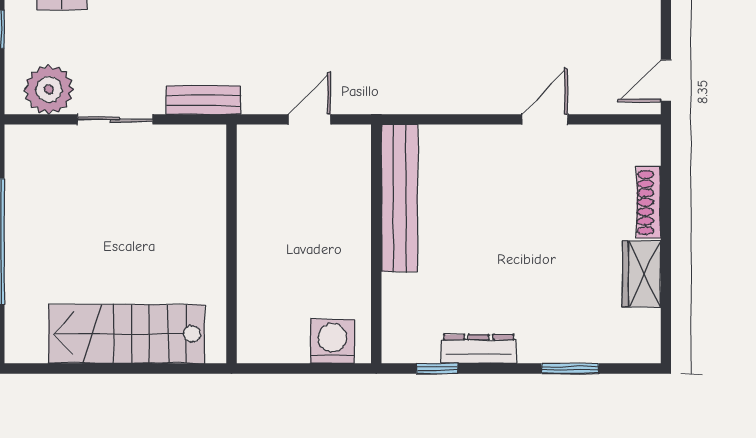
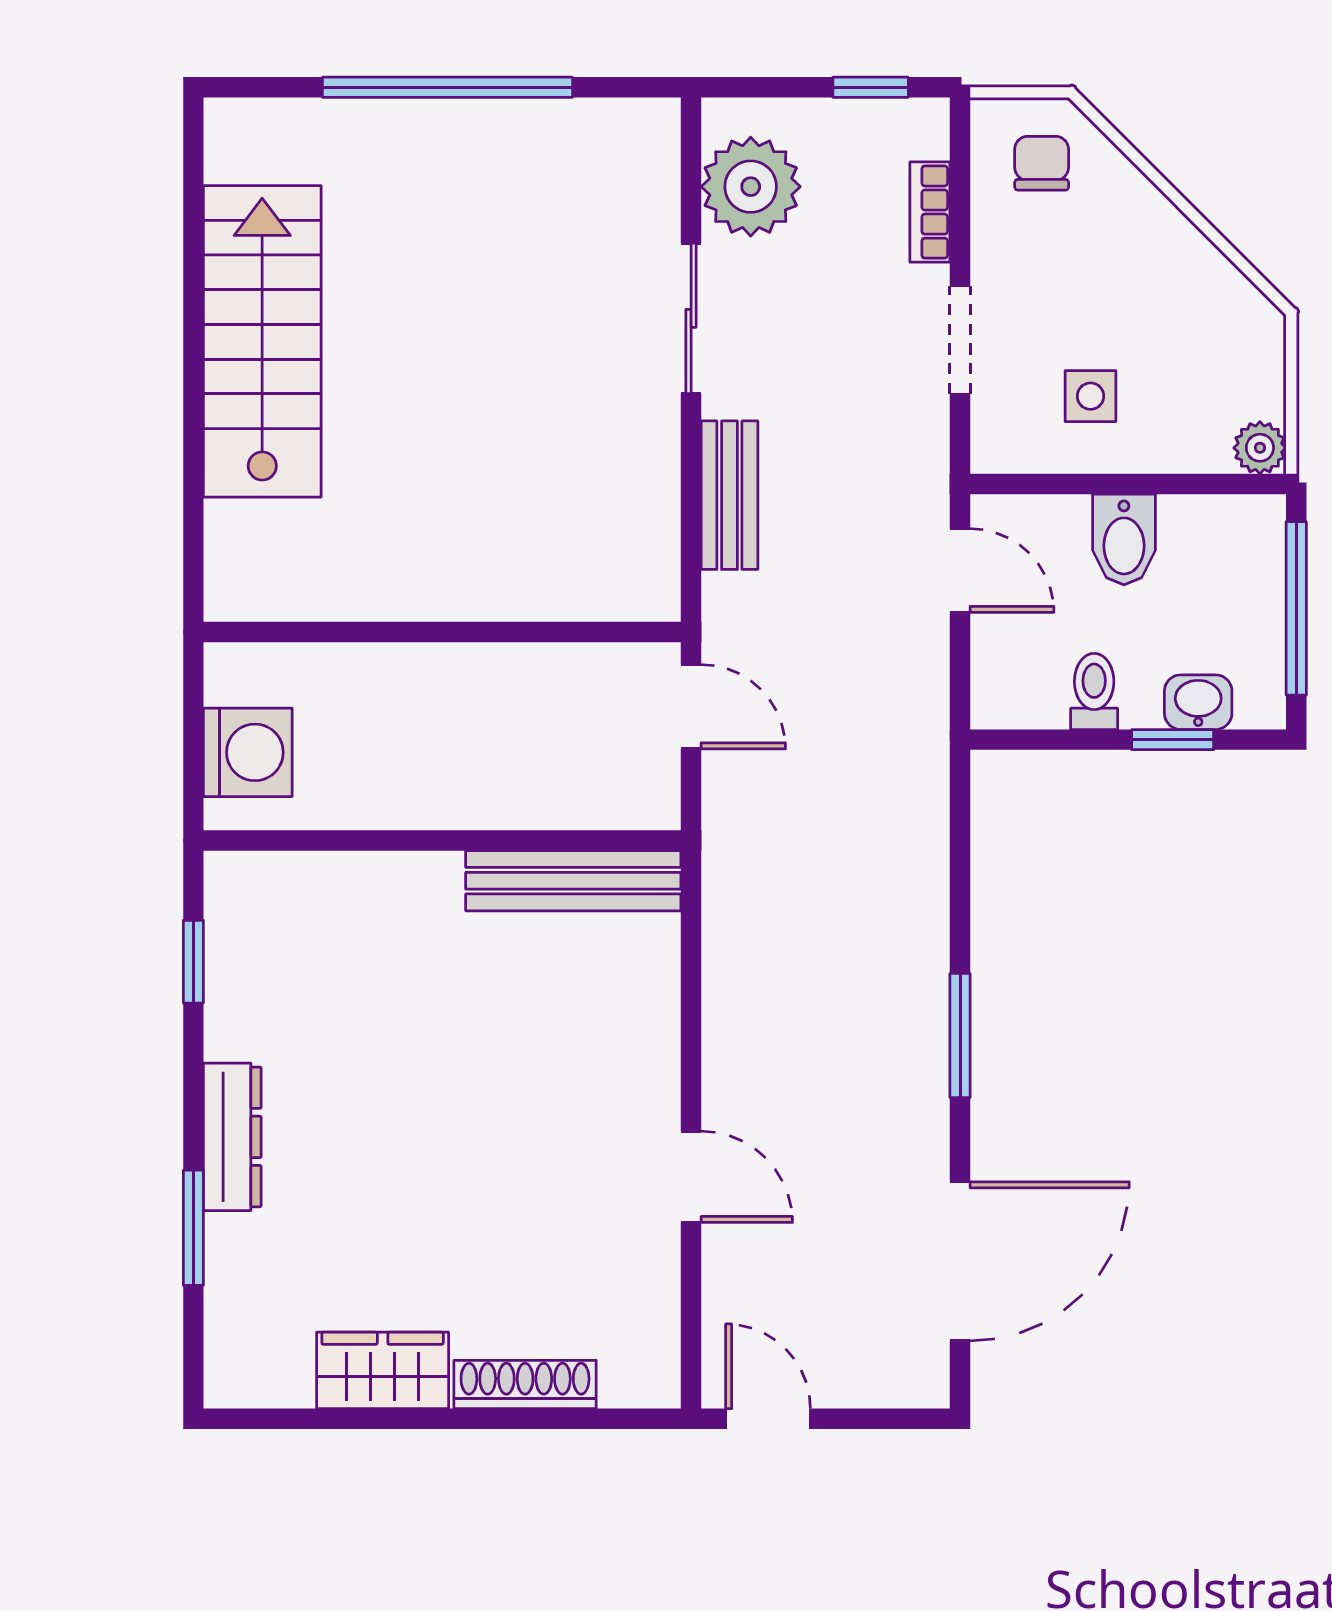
bench: (400, 198) -> (573, 881), width x0.73, depth x0.82
wall: (232, 244) -> (442, 632), moved
dresser: (479, 349) -> (232, 1137), moved

